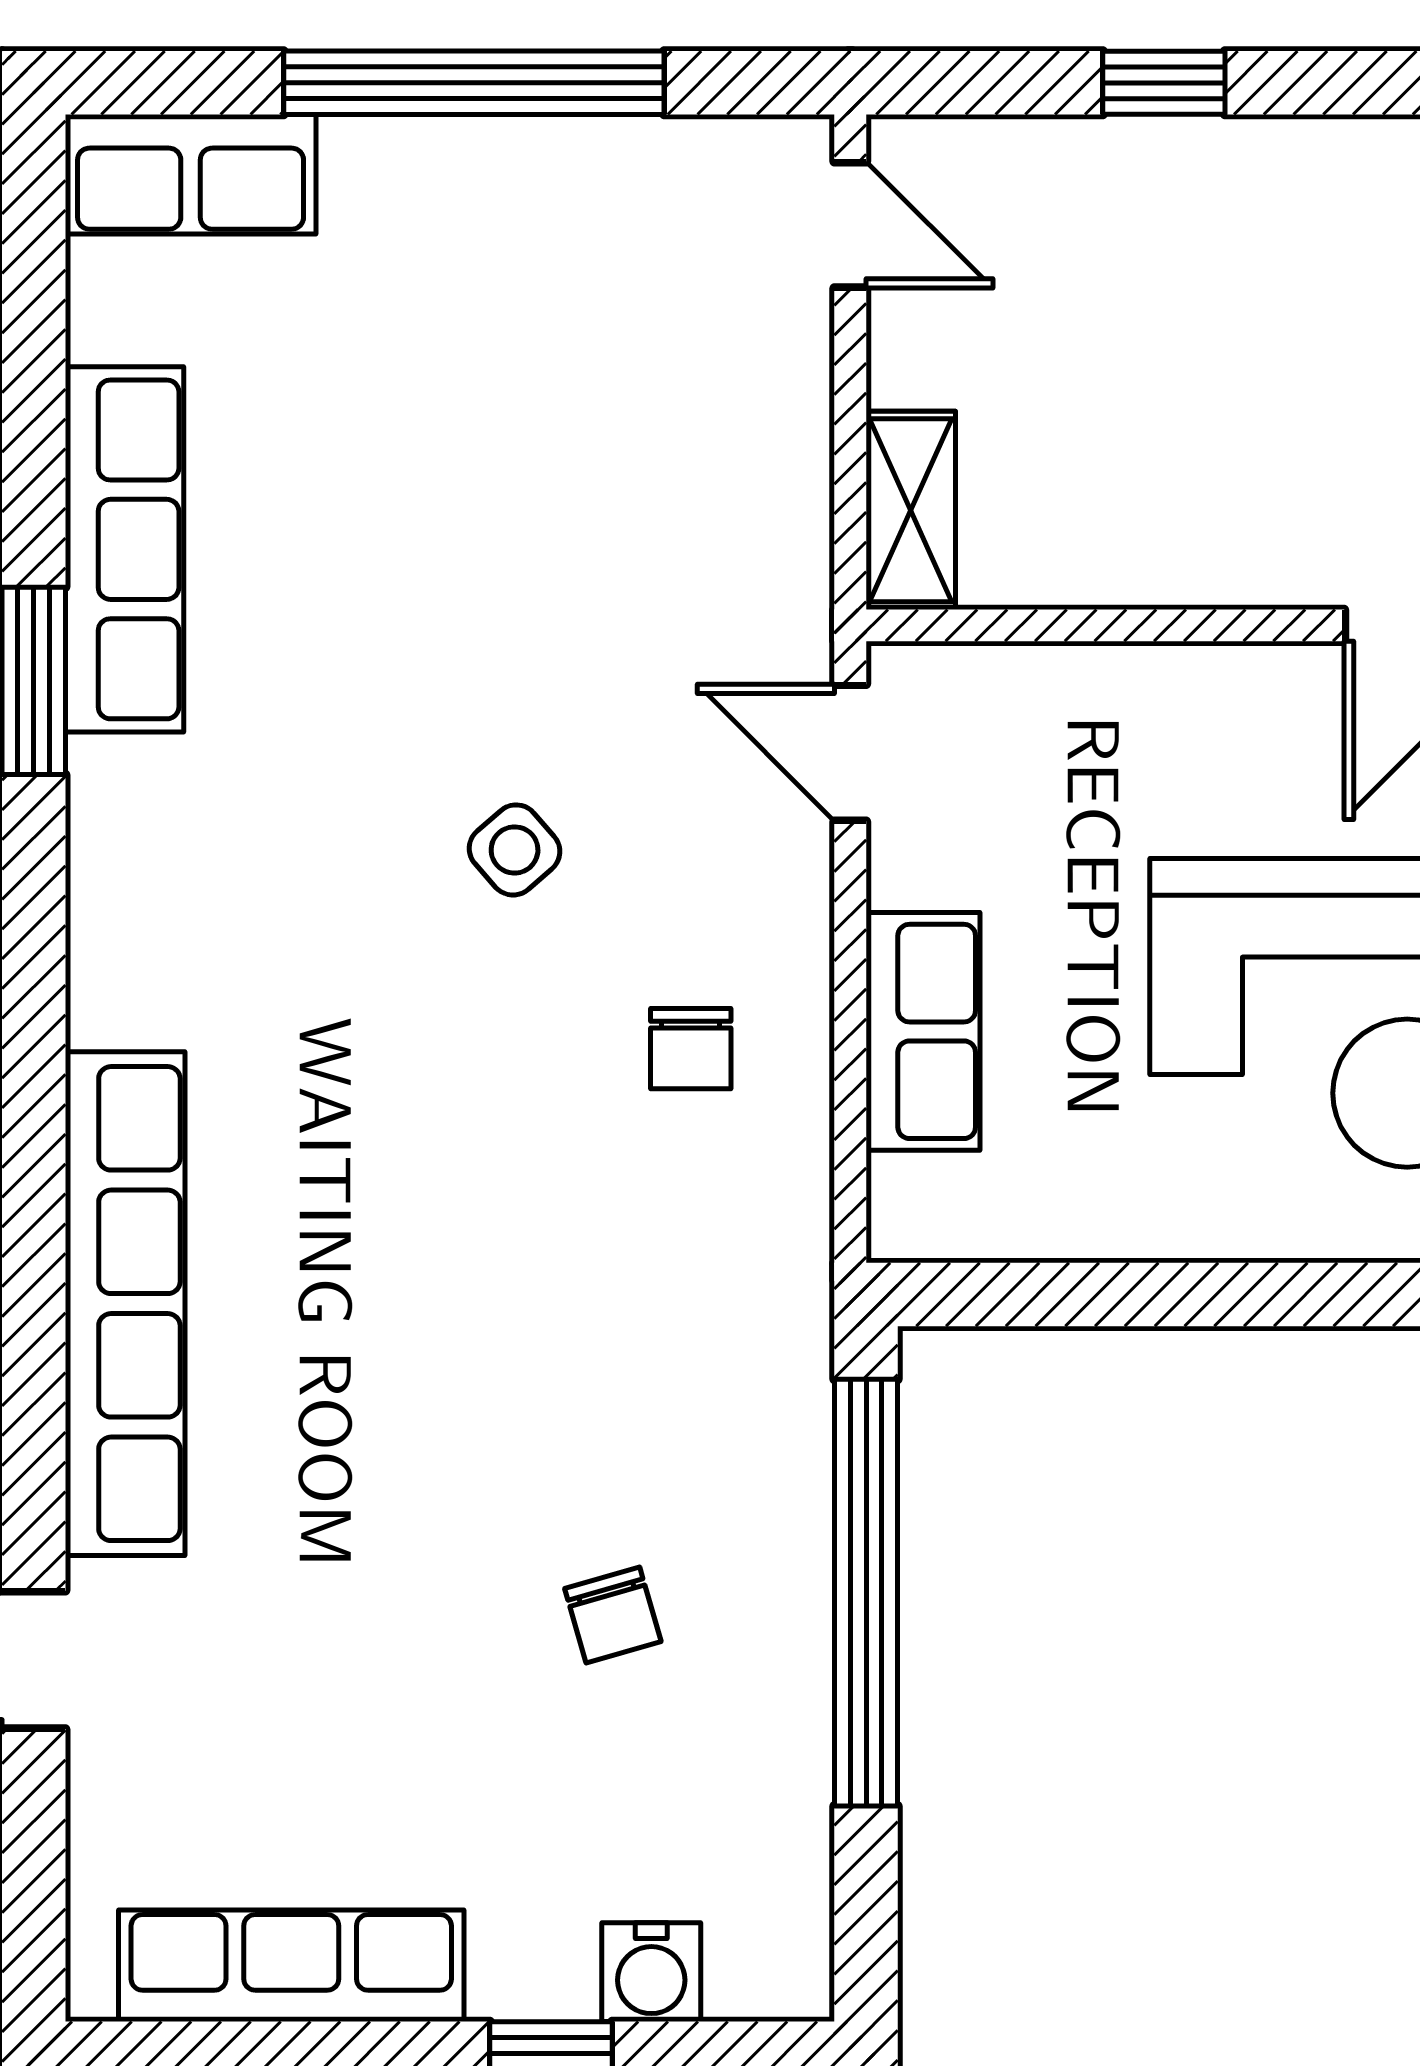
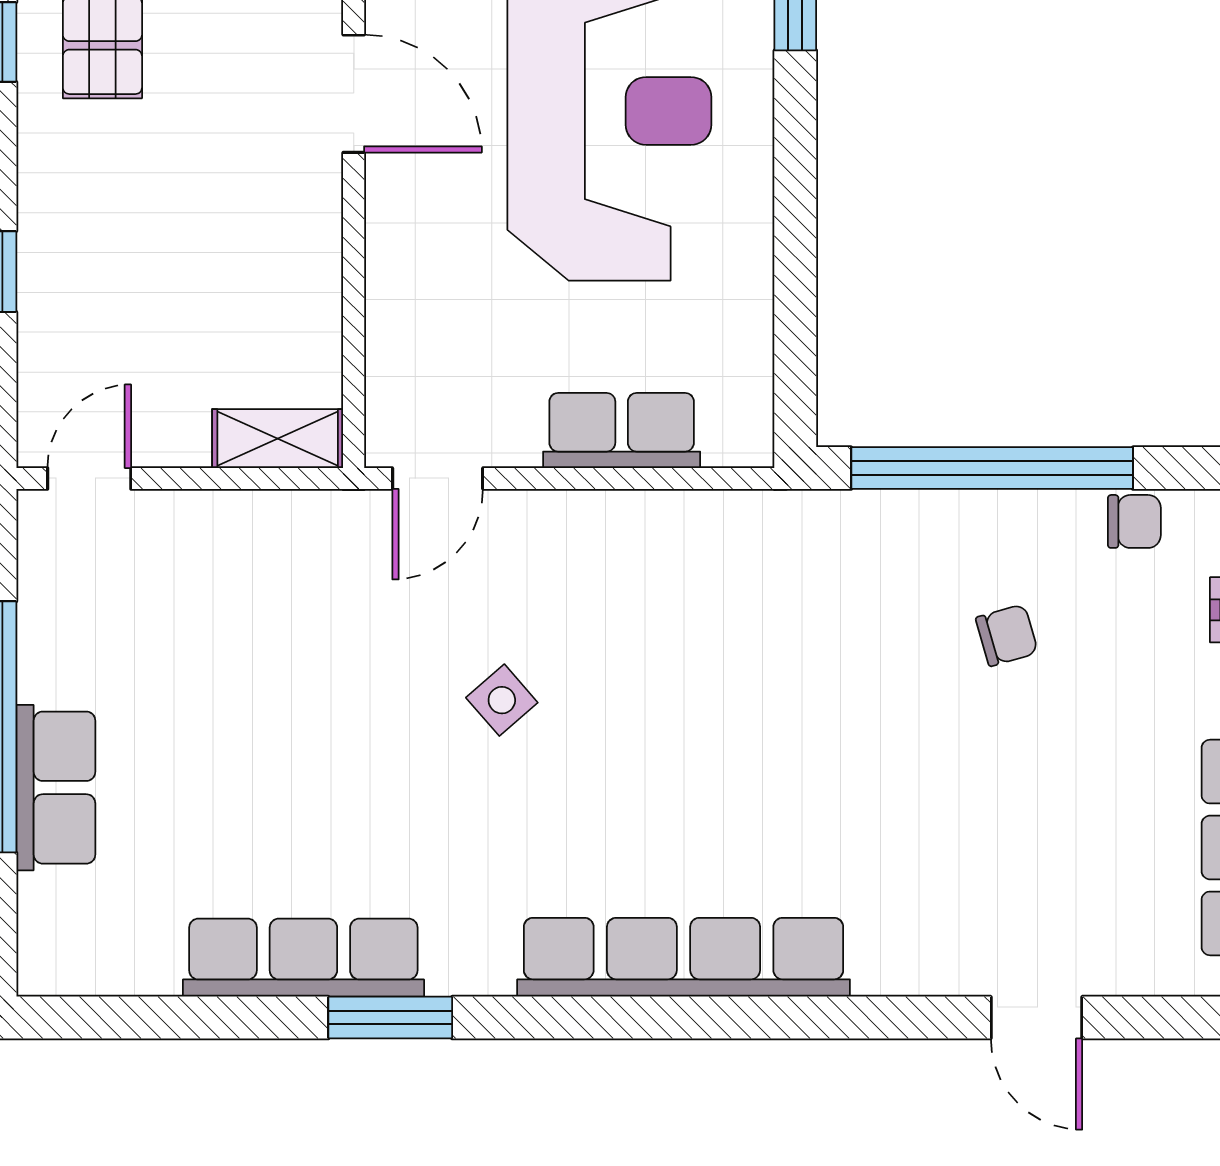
row of seats: (191, 174) -> (56, 788), moved
chair: (691, 1049) -> (1134, 521), moved
row of seats: (125, 1304) -> (684, 957), moved

